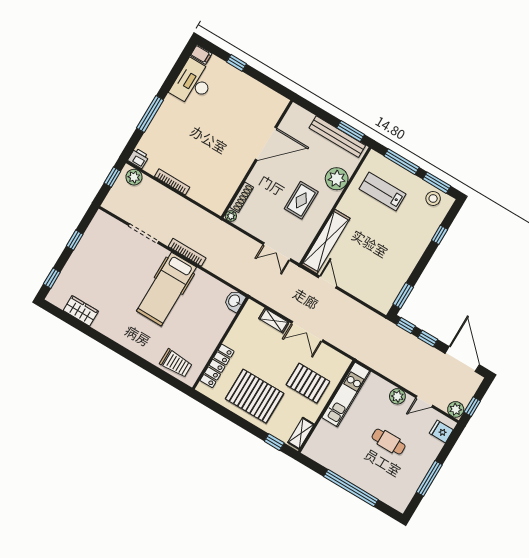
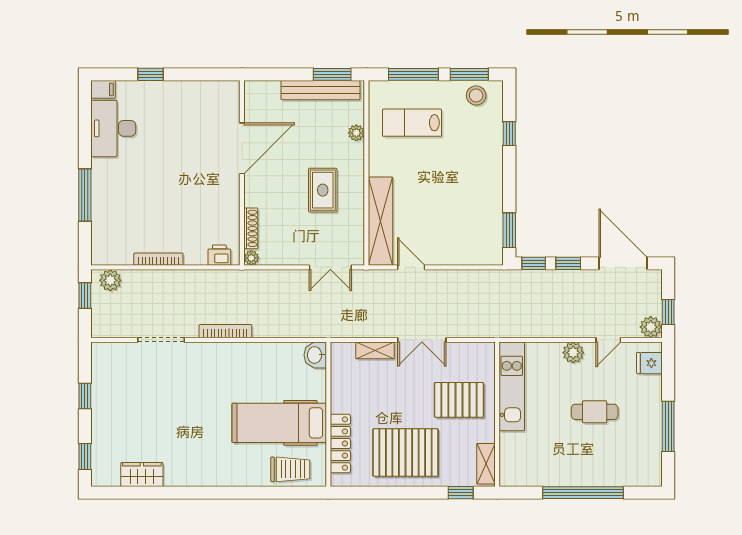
printer: (138, 158) -> (219, 255), moved
plant: (337, 179) -> (356, 133), width x0.53, depth x0.53
hospital bed: (166, 289) -> (279, 423), moved, turned 90

